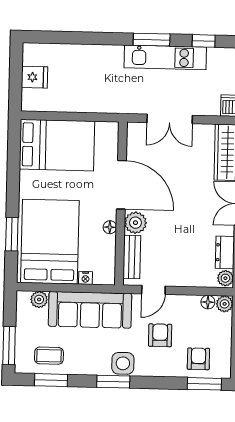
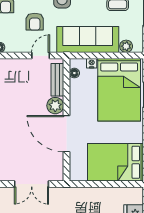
double door: (170, 119) -> (32, 184), swing flipped
floor lamp: (110, 227) -> (74, 73), moved

